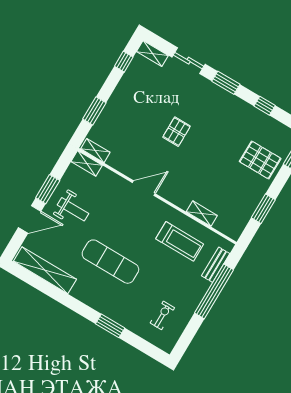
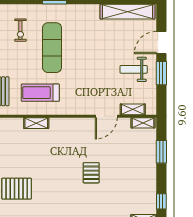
shelving: (87, 163) -> (133, 109), moved
door: (144, 188) -> (106, 116), moved
exercise mat: (110, 262) -> (52, 48), moved, turned 90

